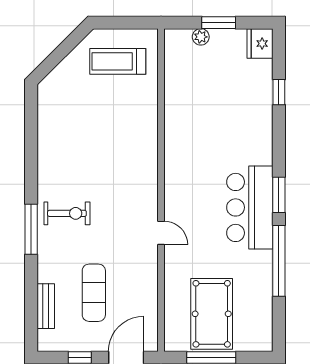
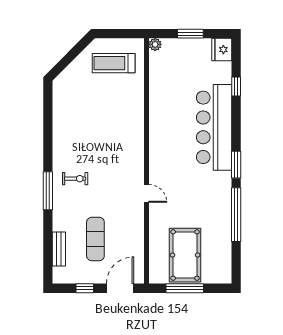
plant: (201, 37) -> (155, 44), moved
bar counter: (250, 207) -> (214, 127), moved, width x1.36
exercise bike: (67, 213) -> (75, 179), width x0.73, depth x0.72

